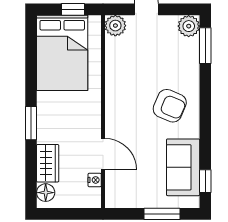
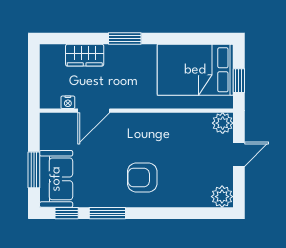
window: (205, 46) -> (107, 213), moved
armchair: (170, 106) -> (142, 177), turned 67
sofa: (183, 167) -> (56, 179), moved, turned 90
floor lamp: (46, 193) -> (55, 53), removed

